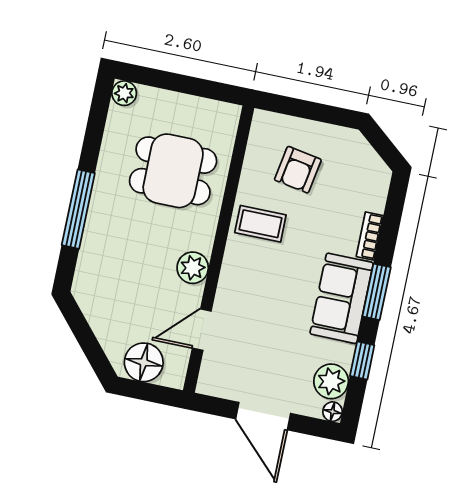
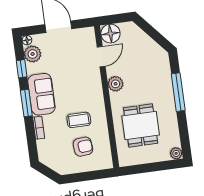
armchair: (298, 170) -> (83, 147), turned 75
dining table: (173, 171) -> (141, 125), turned 90
coffee table: (260, 224) -> (79, 120), moved
floor lamp: (144, 362) -> (110, 34), moved

